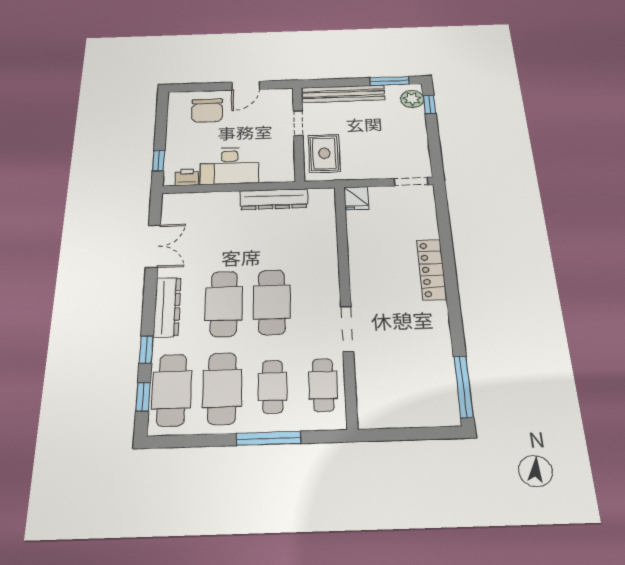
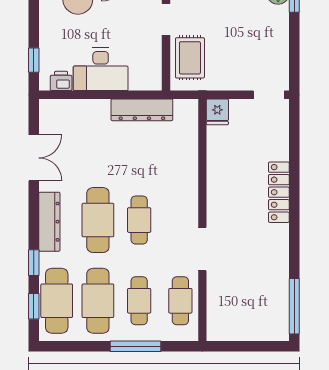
cafe table: (272, 302) -> (139, 220), width x0.73, depth x0.74

